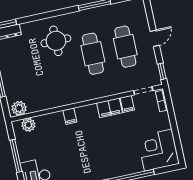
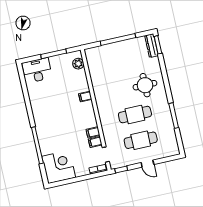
plant: (19, 108) -> (91, 56), removed
filing cabinet: (109, 108) -> (93, 132), width x0.50

